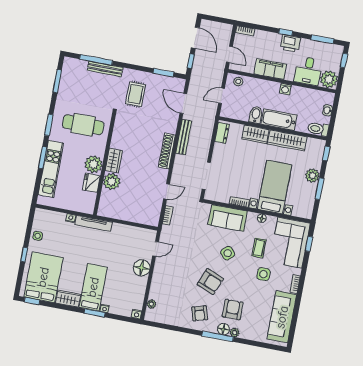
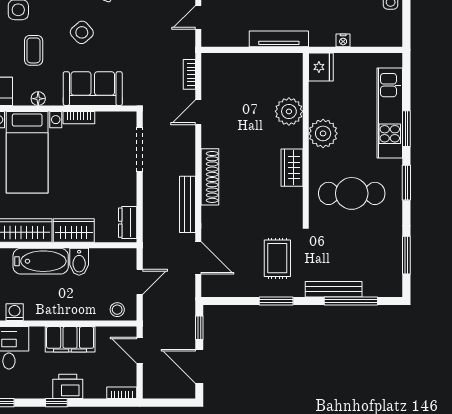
printer: (290, 43) -> (68, 386), moved
window: (164, 73) -> (276, 301), moved
washing machine: (285, 89) -> (15, 312), moved
wardrobe: (114, 160) -> (292, 168), moved
fridge: (91, 183) -> (321, 67), moved
tv unit: (93, 223) -> (279, 39), moved

